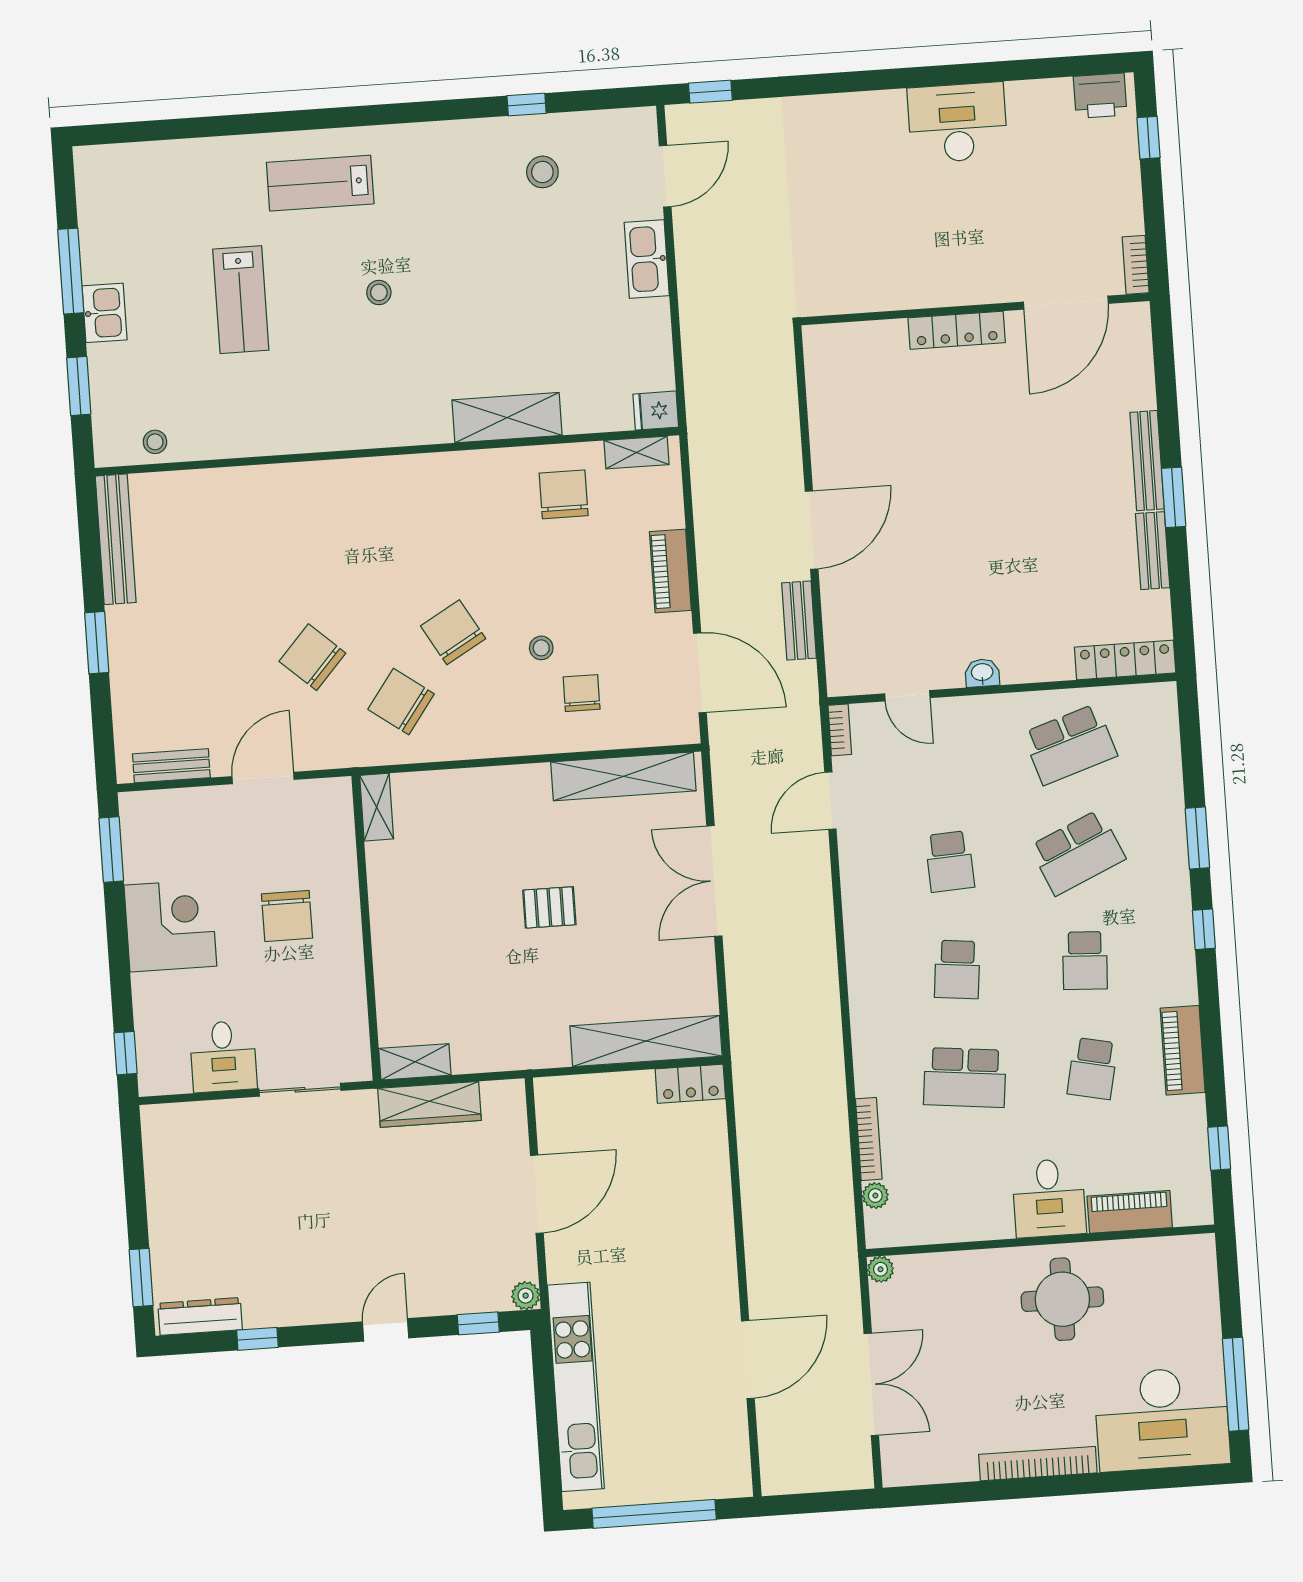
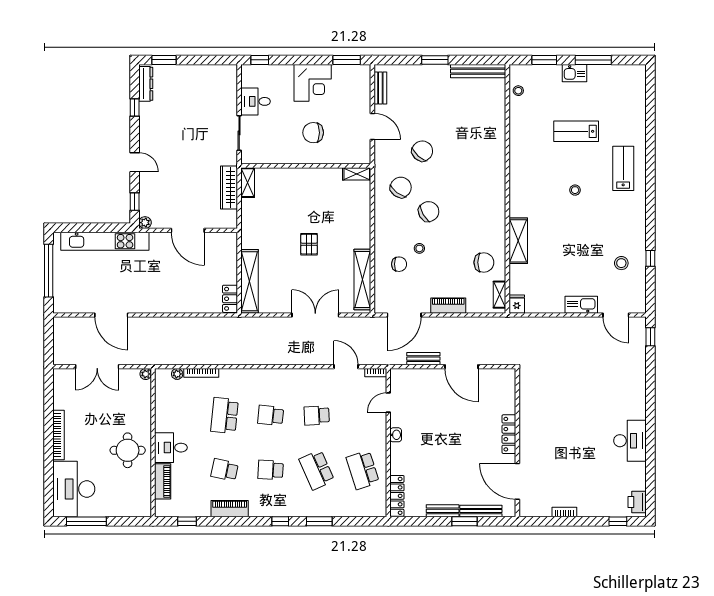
door: (1066, 303) -> (517, 481), moved
wall: (975, 309) -> (517, 443), moved
locker: (957, 330) -> (509, 434), moved

